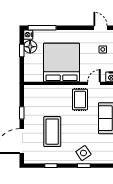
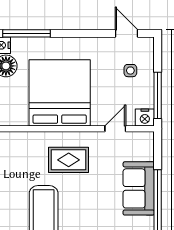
rug: (80, 100) -> (69, 160), moved, turned 90

